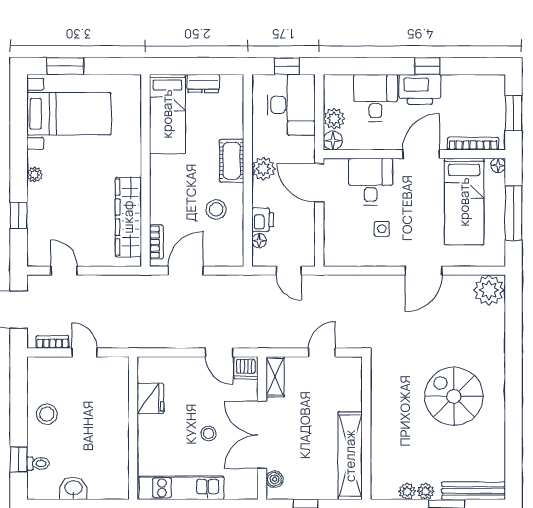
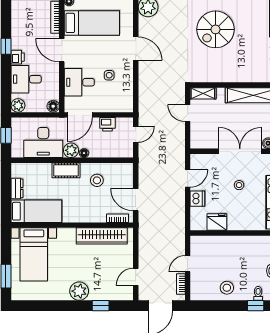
printer: (420, 89) -> (18, 57), width x0.53, depth x0.68
desk: (291, 105) -> (43, 142), moved, turned 180
bed with nightstands: (69, 114) -> (34, 254), moved, turned 180
plant: (334, 119) -> (18, 105), moved
plant: (35, 175) -> (79, 291), width x1.88, depth x1.88
printer: (263, 220) -> (107, 124), moved, turned 180
floor lamp: (259, 241) -> (84, 153), moved
dishwasher: (246, 368) -> (197, 199), moved
shelving: (275, 377) -> (203, 93), moved
double door: (262, 435) -> (240, 151), swing flipped

